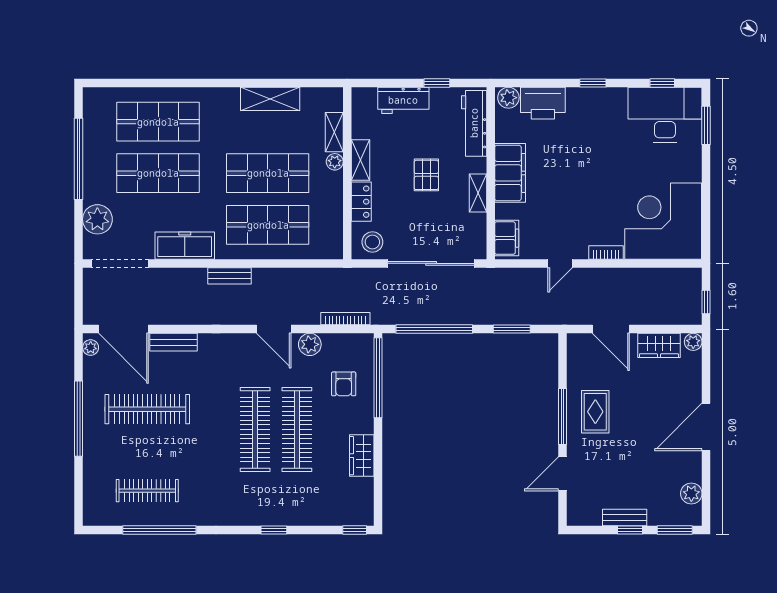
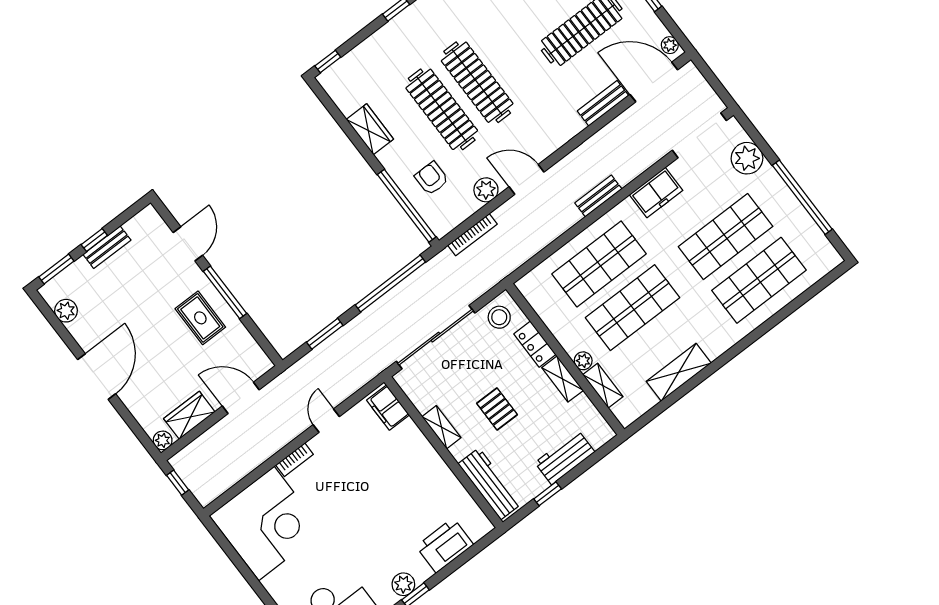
plant: (508, 98) -> (403, 584), moved
filing cabinet: (510, 173) -> (427, 465), removed
freezer: (185, 246) -> (656, 193), width x0.71

